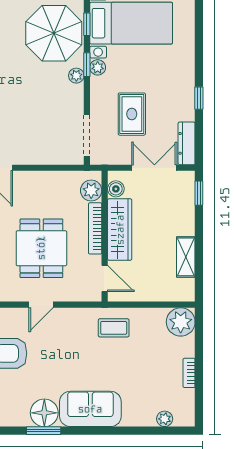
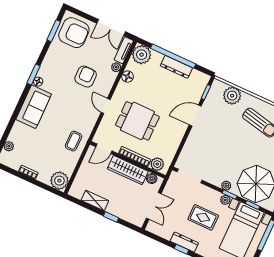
rug: (132, 114) -> (203, 217), moved
dresser: (187, 143) -> (184, 242), moved
window: (199, 193) -> (111, 217), moved
floor lamp: (44, 413) -> (38, 82), width x0.53, depth x0.53

